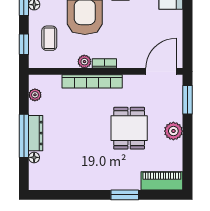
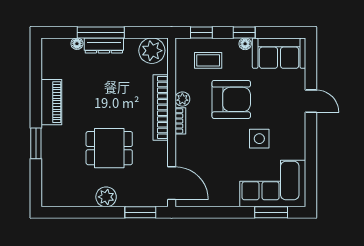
plant: (35, 95) -> (152, 51), width x1.88, depth x1.88
piano: (162, 181) -> (51, 102), moved

